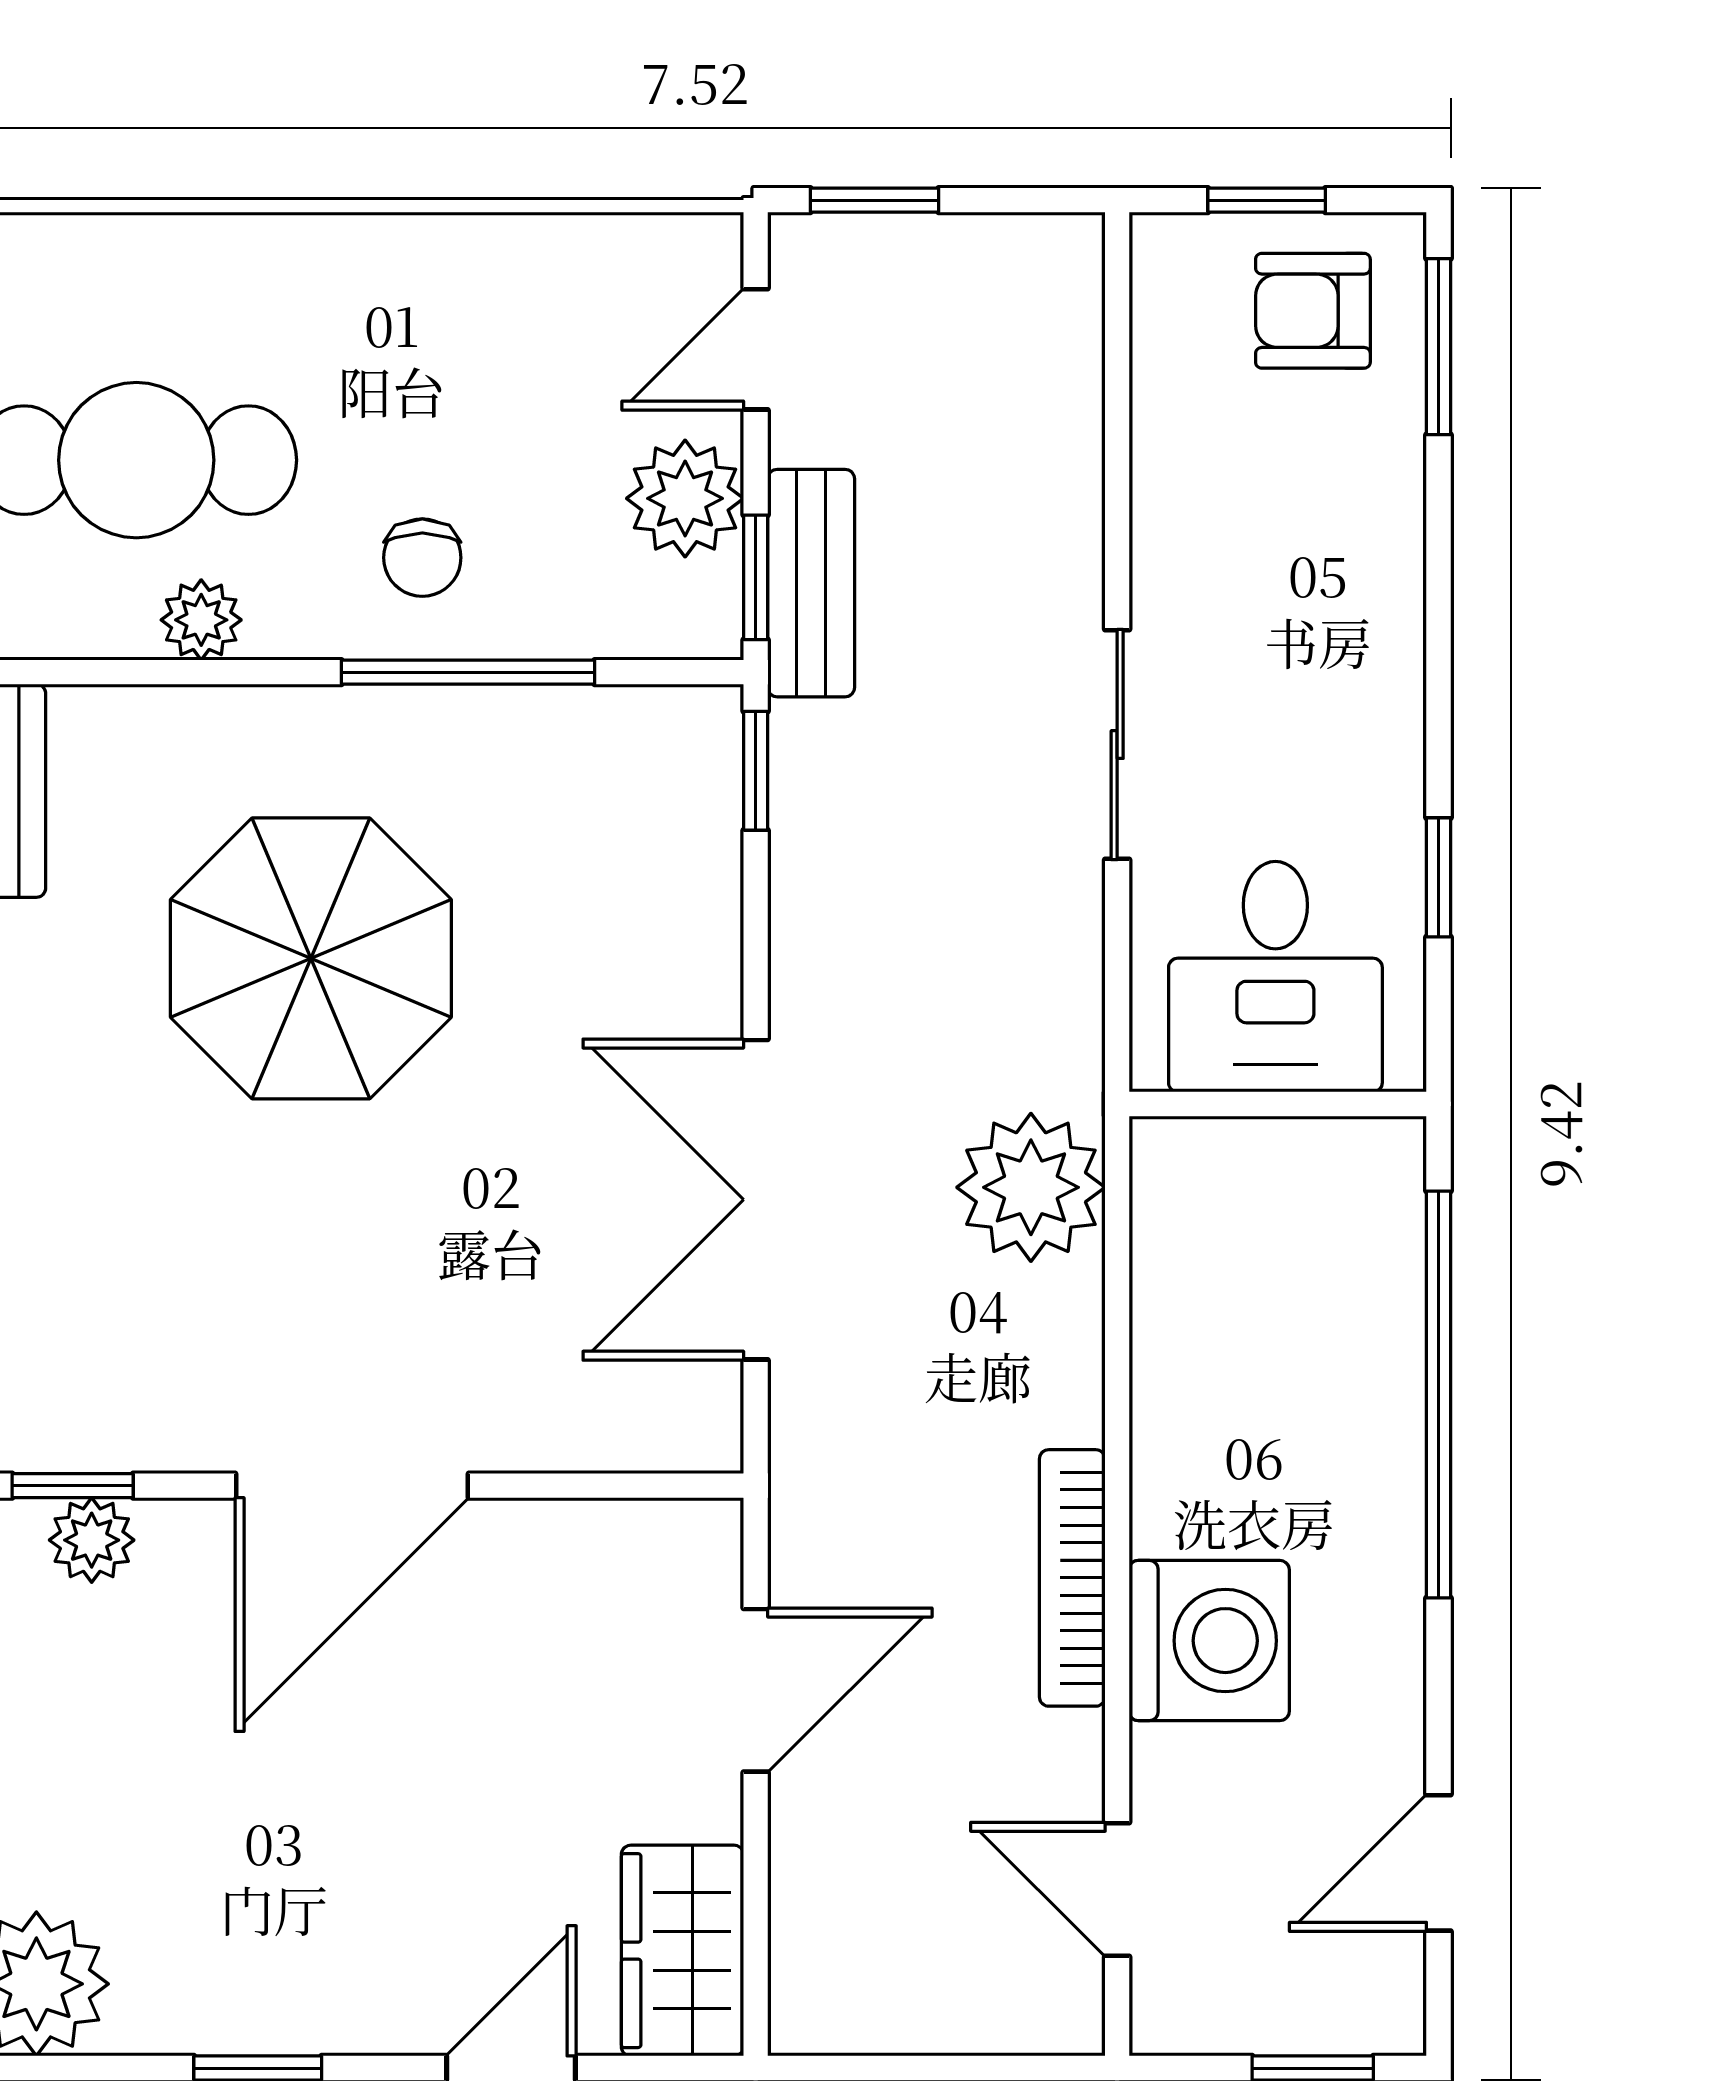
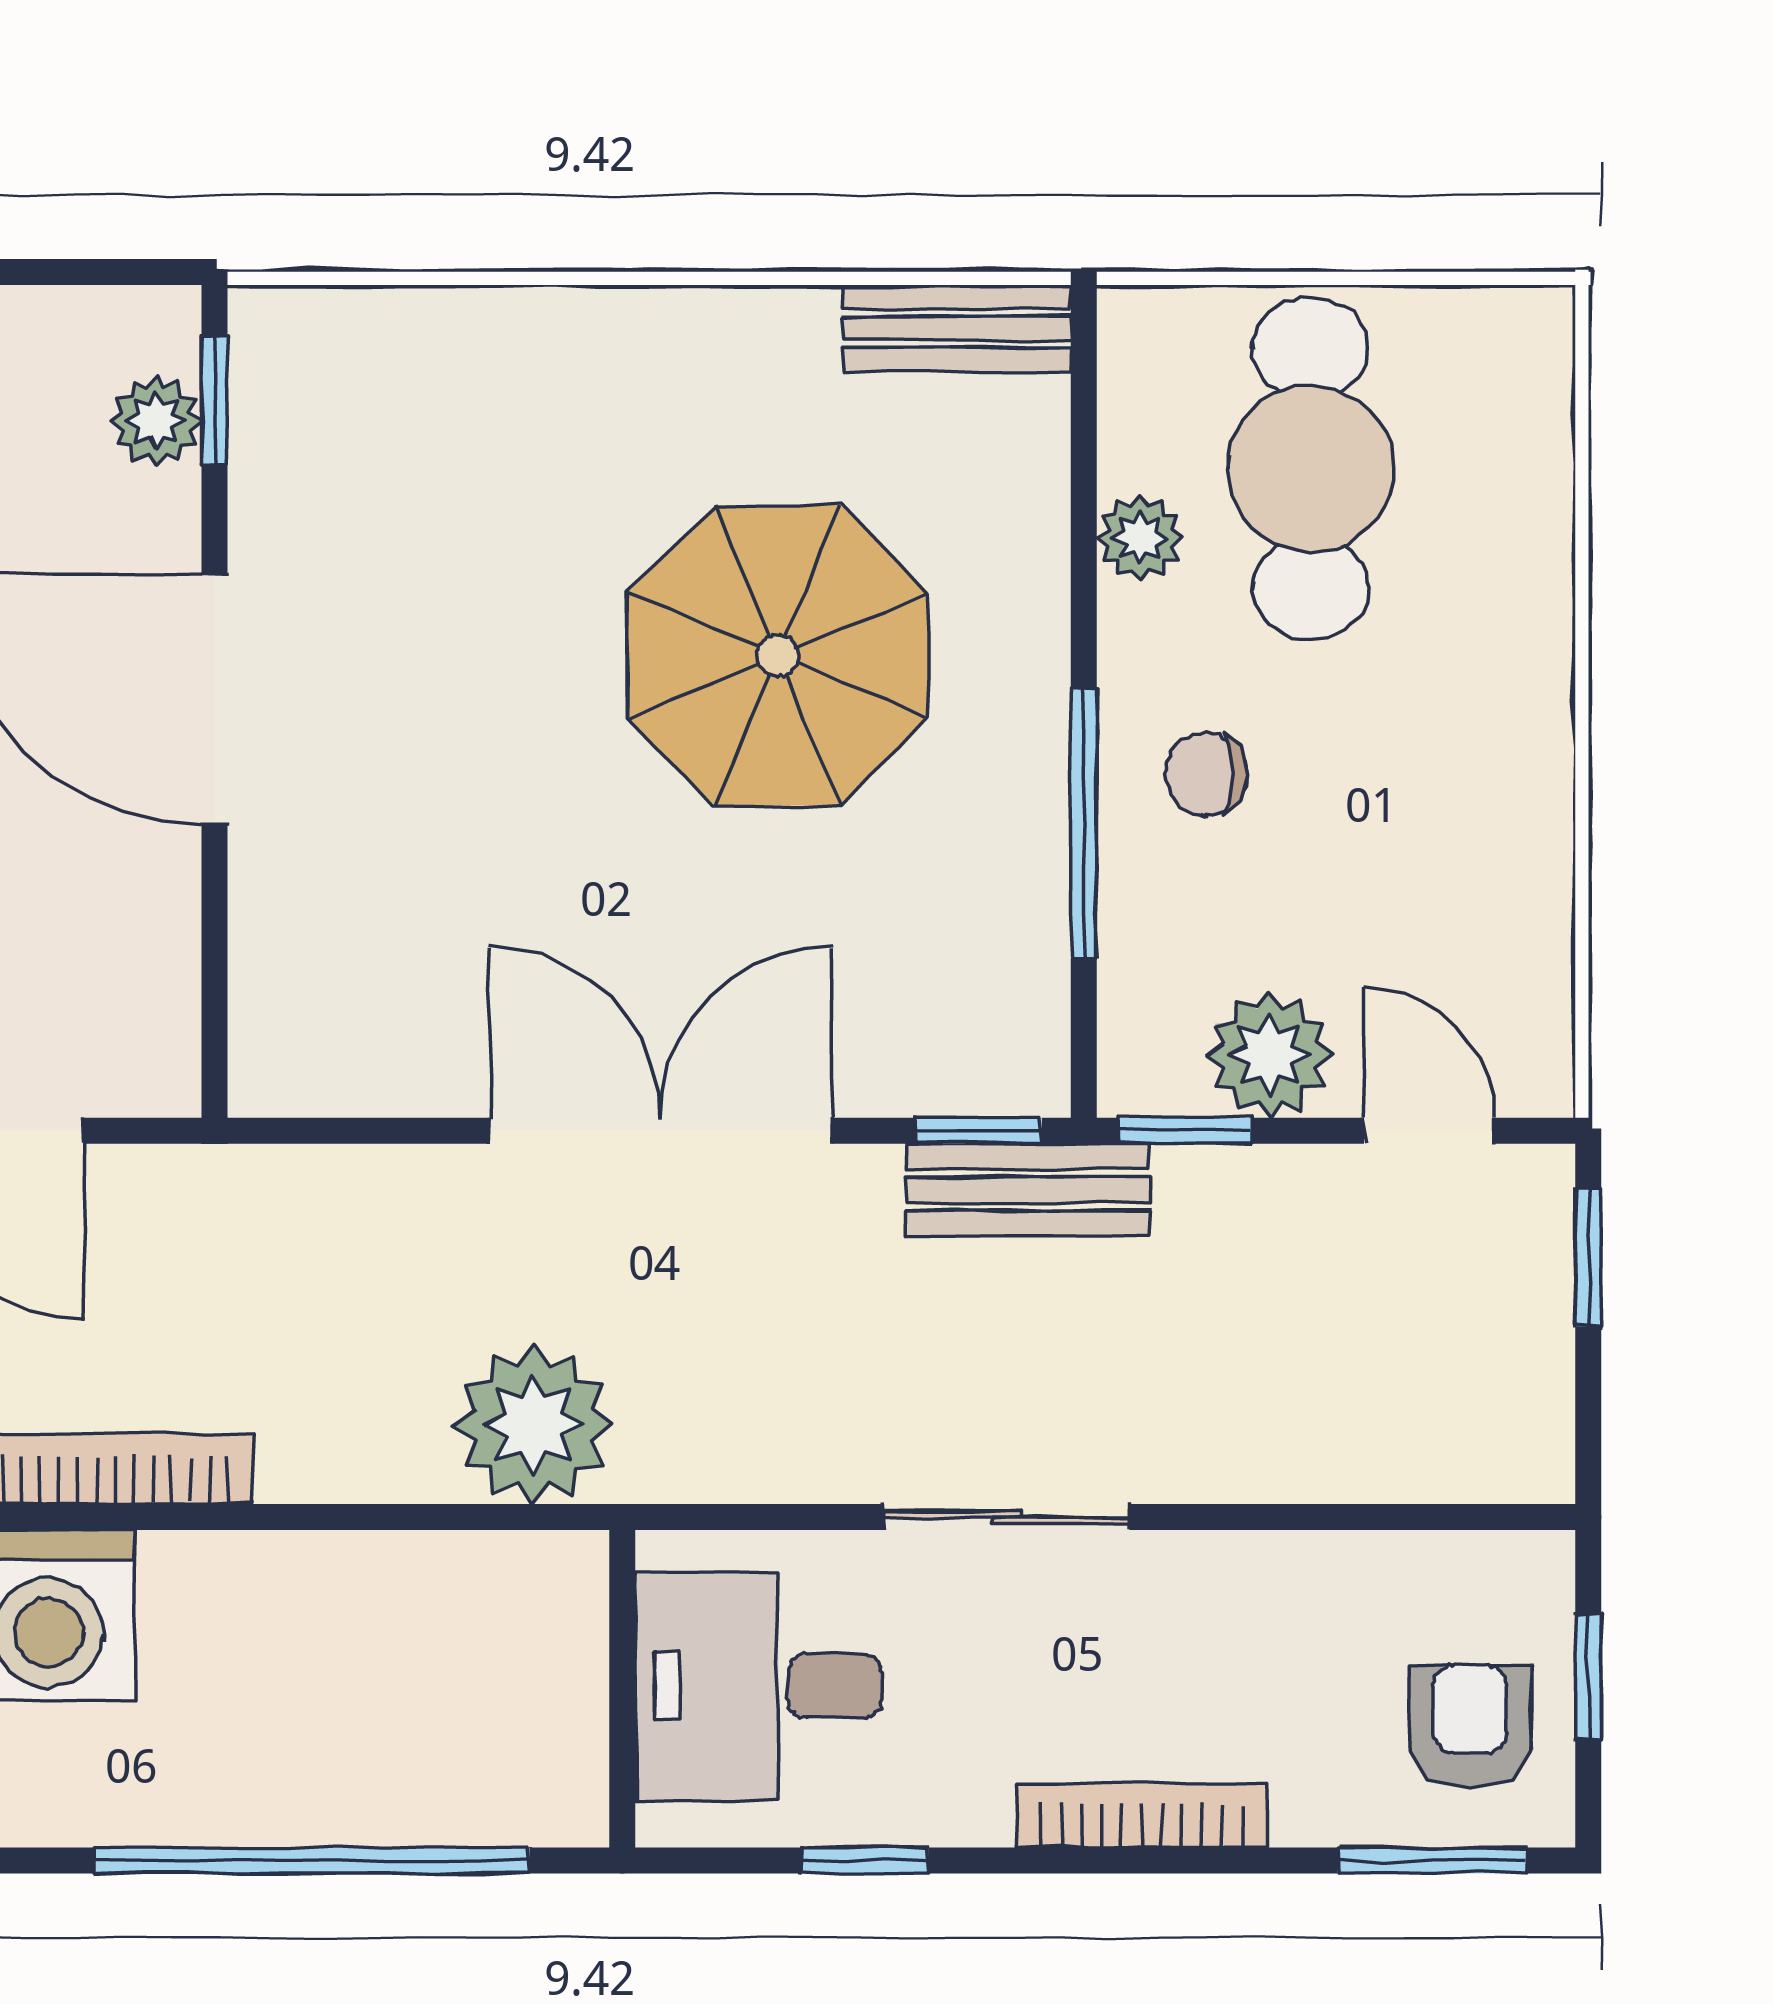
bench: (811, 583) -> (1028, 1190), moved
bookcase: (1396, 618) -> (1142, 1816), added
double door: (756, 1200) -> (661, 1131), moved

